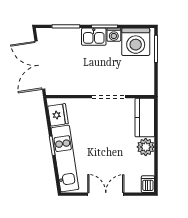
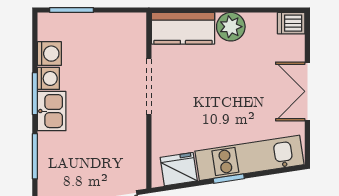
washing machine: (136, 42) -> (49, 54), width x0.53, depth x0.53

